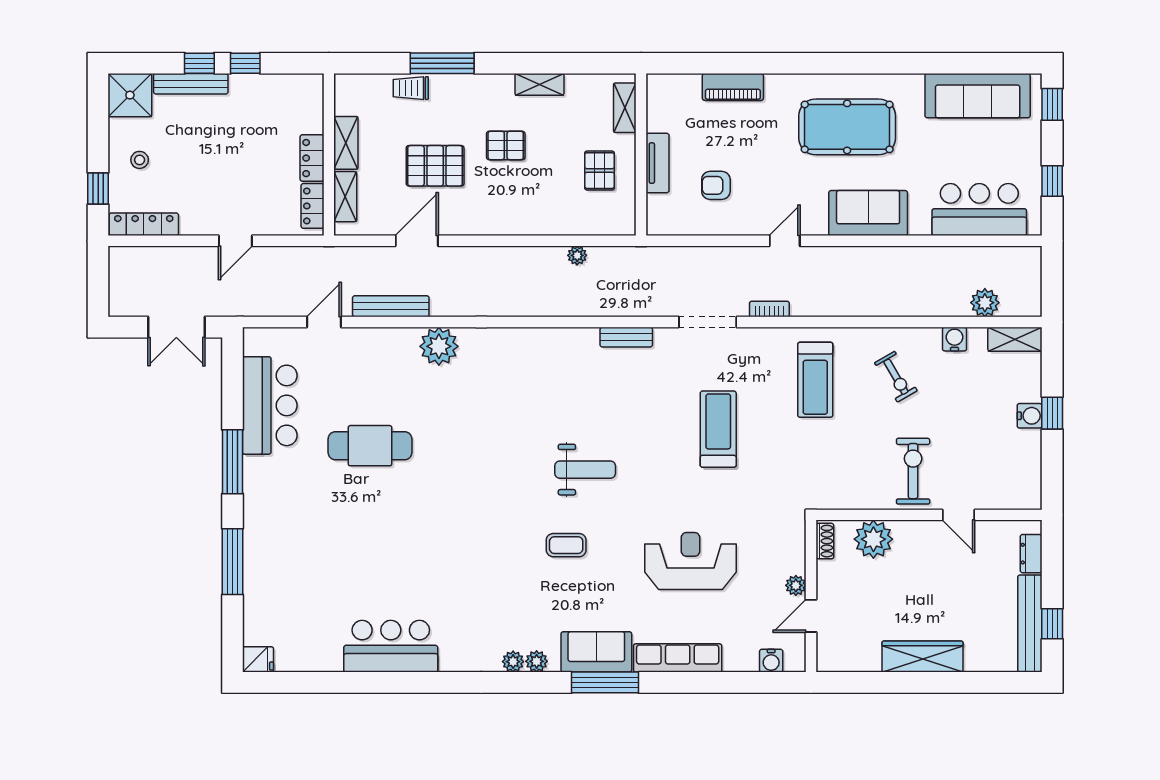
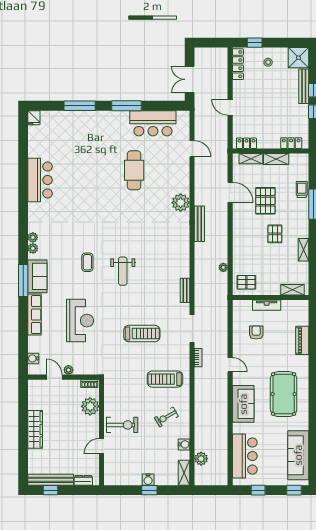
locker: (312, 158) -> (291, 143), moved
pallet: (600, 171) -> (246, 282), moved
bench: (391, 306) -> (199, 224), moved

